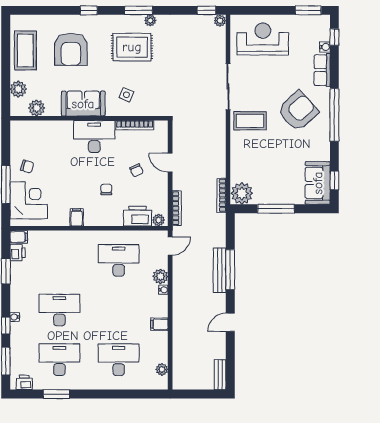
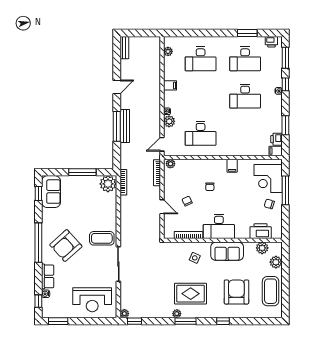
printer: (138, 216) -> (261, 231), moved, turned 180

